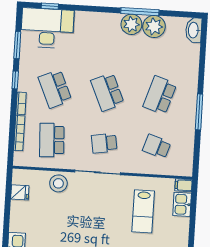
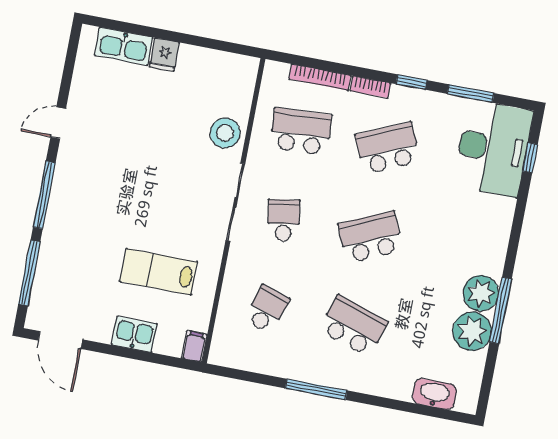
washbasin: (194, 30) -> (434, 394), moved
fridge: (20, 192) -> (164, 55), moved
kitchen sink: (182, 204) -> (134, 334), moved

